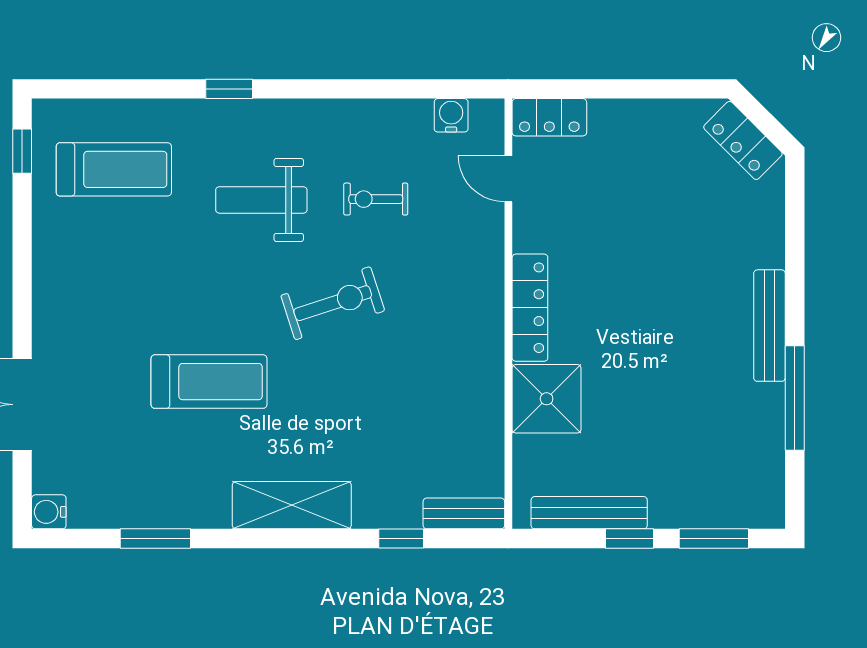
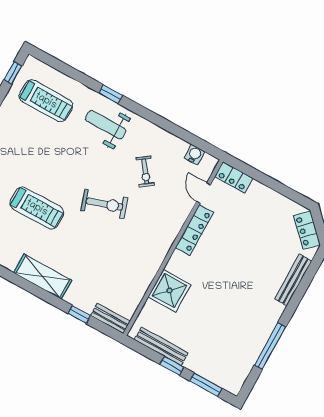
exercise bike: (376, 199) -> (145, 172), turned -126
weight bench: (261, 200) -> (106, 125), moved
locker: (530, 308) -> (194, 230), moved
bench: (769, 326) -> (293, 280), moved

